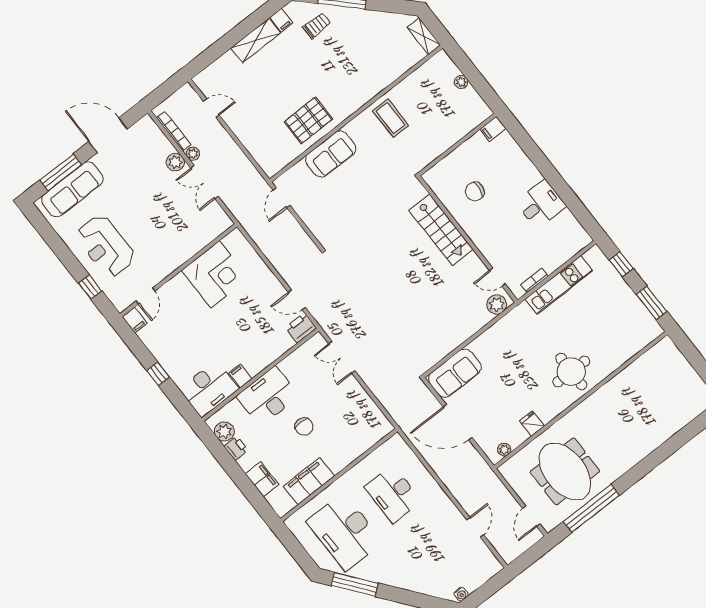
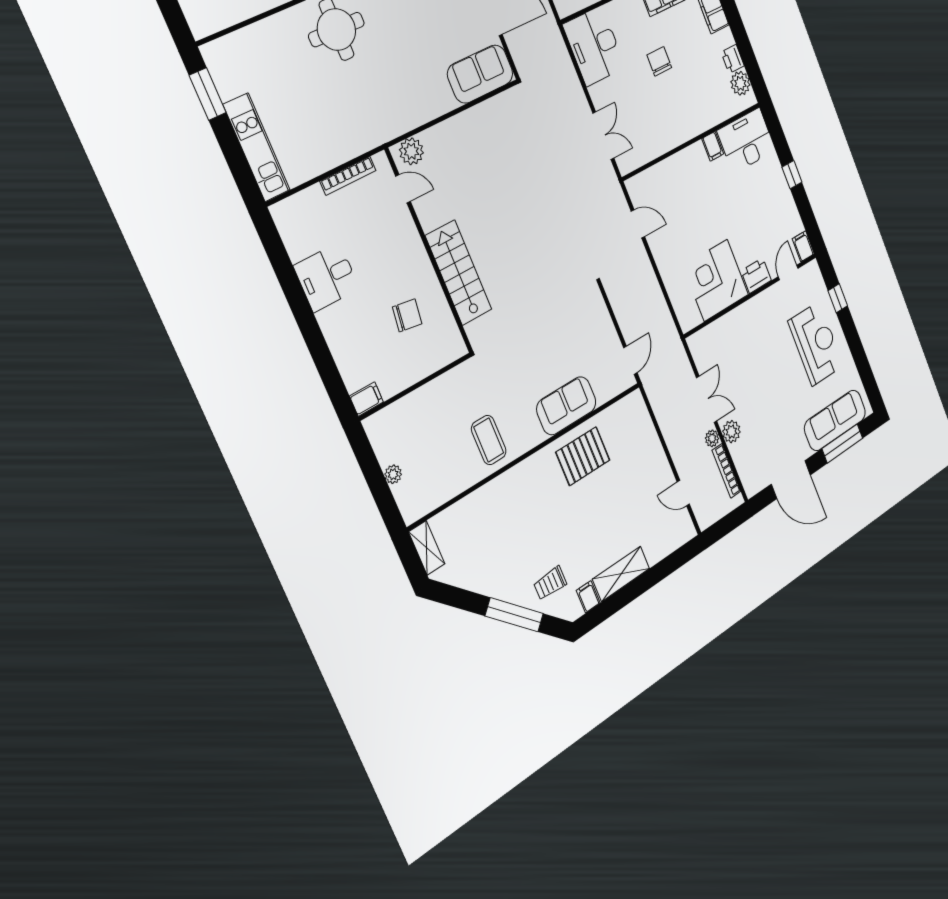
window: (621, 264) -> (237, 162), removed
bookcase: (535, 280) -> (348, 176), width x1.56
kitchen unit: (559, 285) -> (257, 147), moved, turned 90
printer: (301, 328) -> (756, 276), moved, turned 180
desk: (268, 396) -> (594, 46), moved, turned 90

